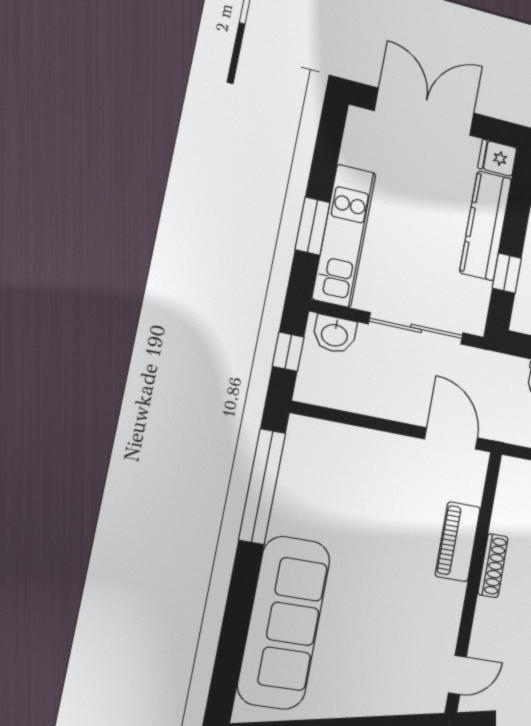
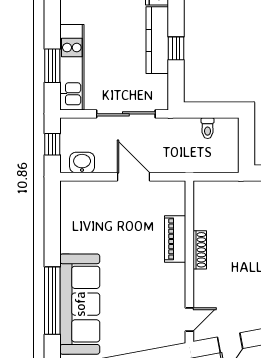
window: (507, 273) -> (176, 48), moved
washbasin: (335, 334) -> (82, 163), moved, turned 180
door: (451, 438) -> (134, 177), moved
window: (262, 487) -> (52, 301), moved

